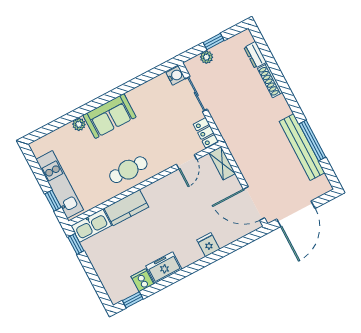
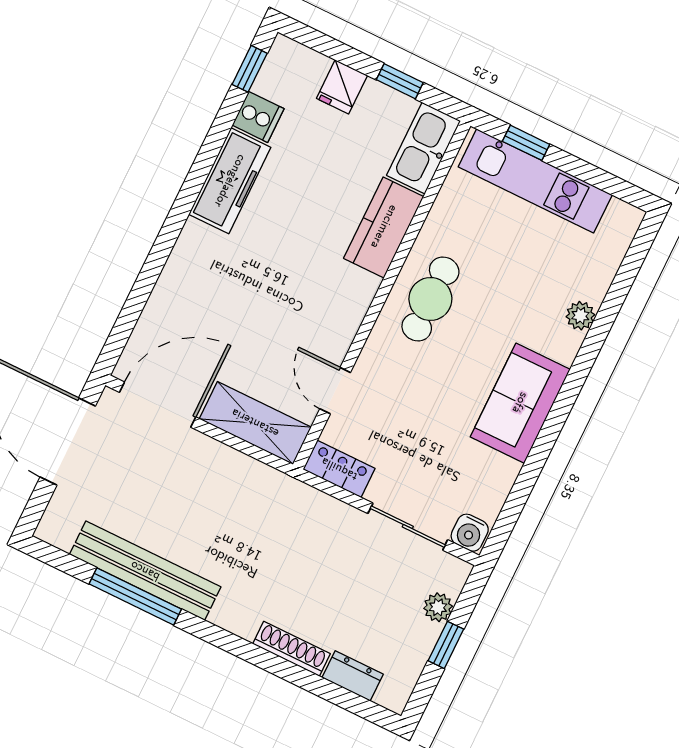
sofa: (110, 116) -> (520, 403), moved
shelving: (222, 163) -> (255, 423), width x1.50, depth x1.33
window: (76, 244) -> (400, 81), moved
fridge: (208, 245) -> (342, 87), moved, turned 90
freezer: (164, 268) -> (230, 181), width x1.40

